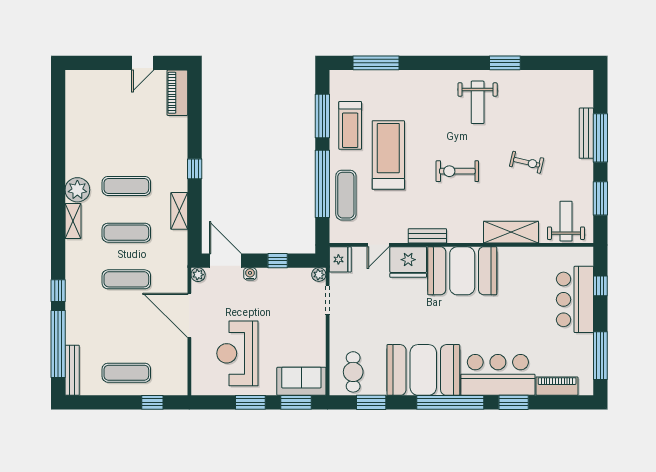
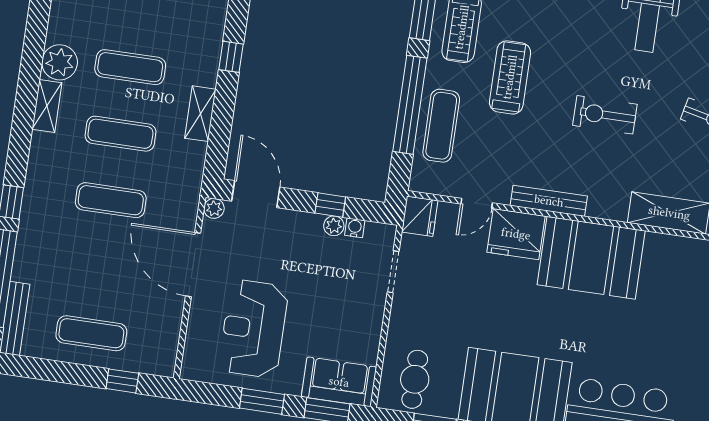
treadmill: (388, 155) -> (510, 77), width x0.73, depth x0.73
bench: (427, 236) -> (549, 201), width x1.36
water cooler: (250, 274) -> (355, 228), moved
plant: (319, 275) -> (334, 226), moved

